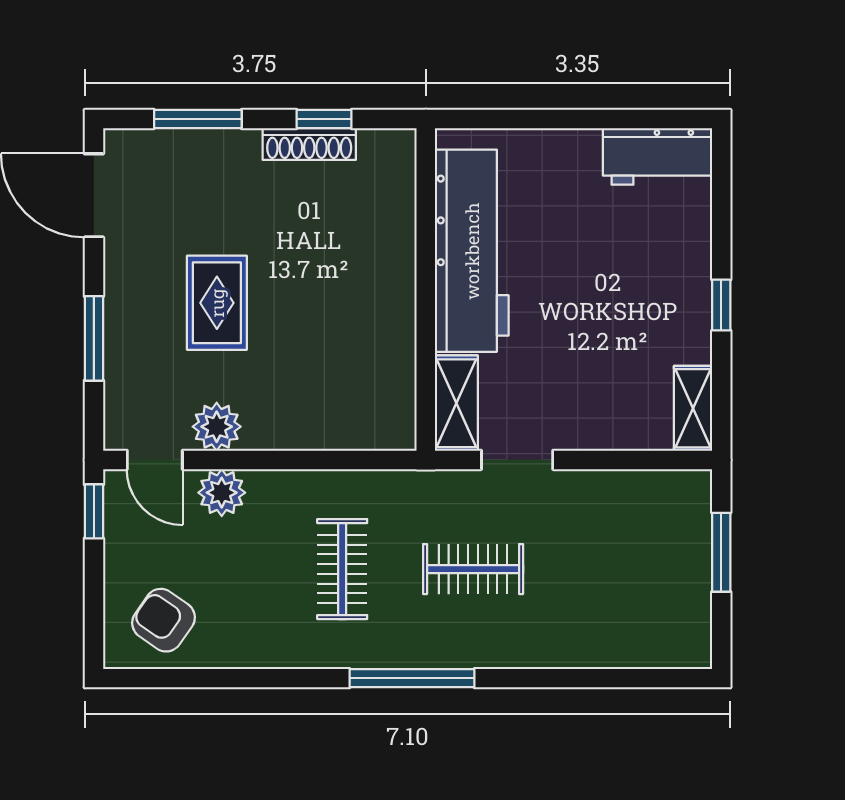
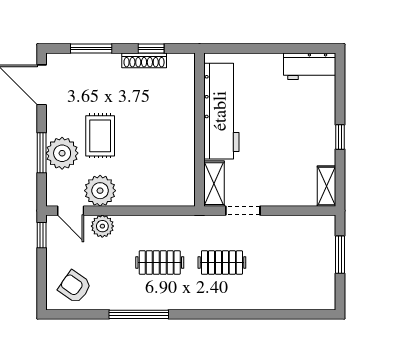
plant: (137, 339) -> (62, 153), added
plant: (217, 427) -> (100, 191), width x1.36, depth x1.36
clothes rail: (342, 569) -> (160, 263), turned 90
window: (412, 678) -> (139, 314), moved

